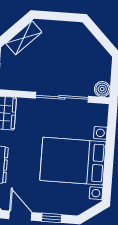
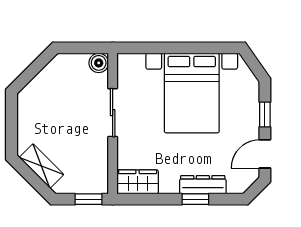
sliding door: (62, 97) -> (113, 113), width x0.73

